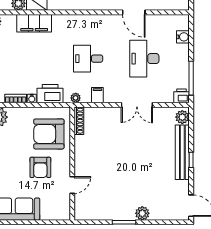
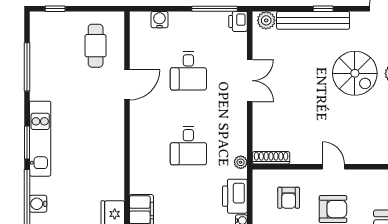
desk: (144, 59) -> (188, 71), width x0.73
filing cabinet: (97, 95) -> (237, 133), removed
armchair: (49, 134) -> (289, 198), width x0.53, depth x0.53
spiral stairs: (142, 184) -> (355, 73), added
door: (72, 185) -> (333, 167), moved

